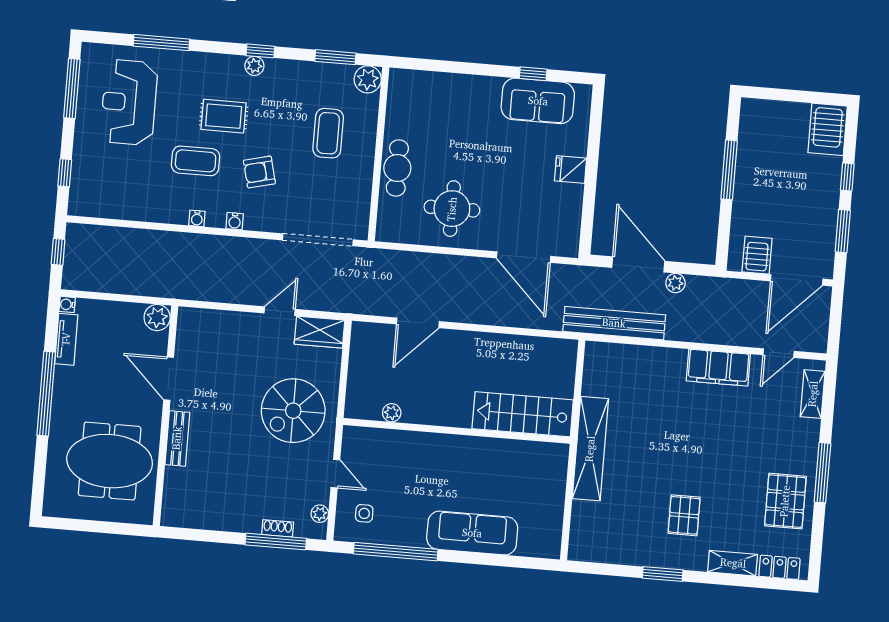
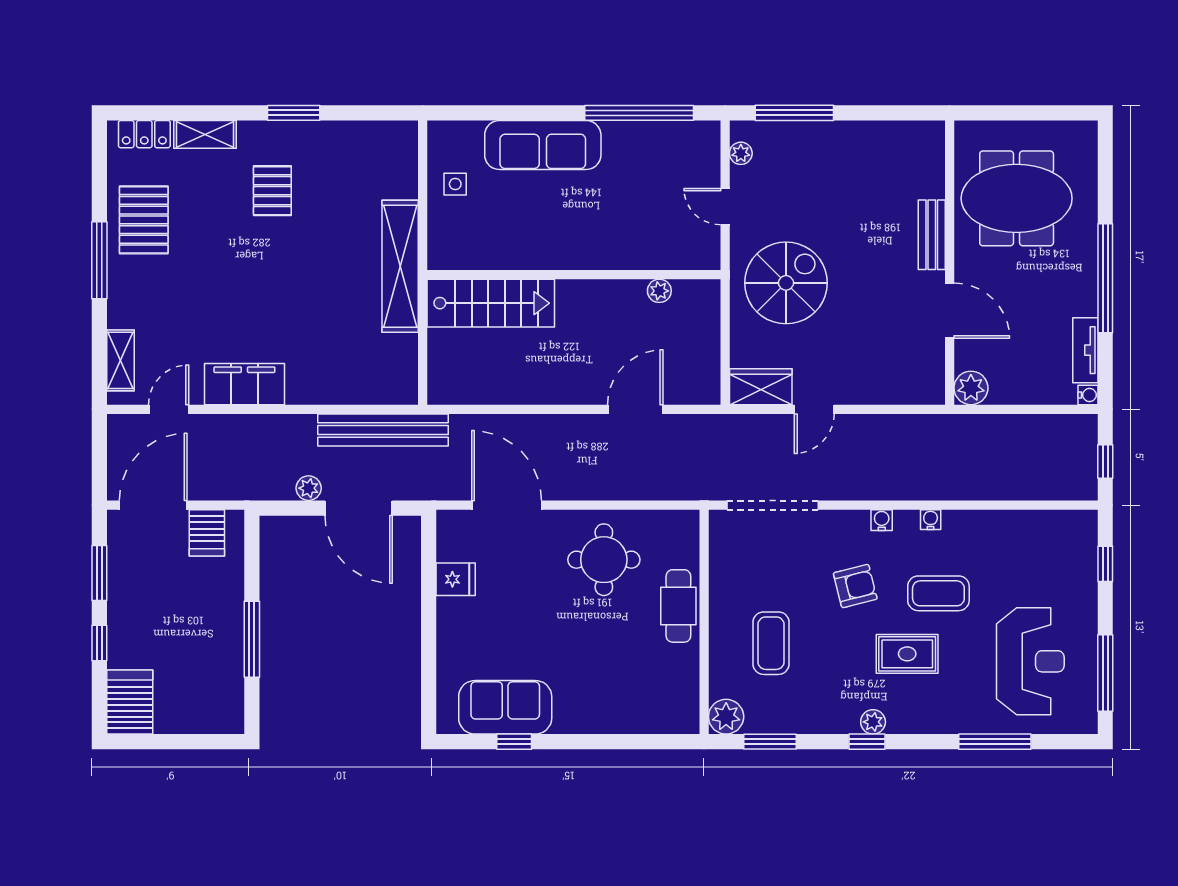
fridge: (571, 170) -> (456, 579), moved
side table: (364, 513) -> (455, 184), moved
shoe rack: (278, 528) -> (793, 130), removed

